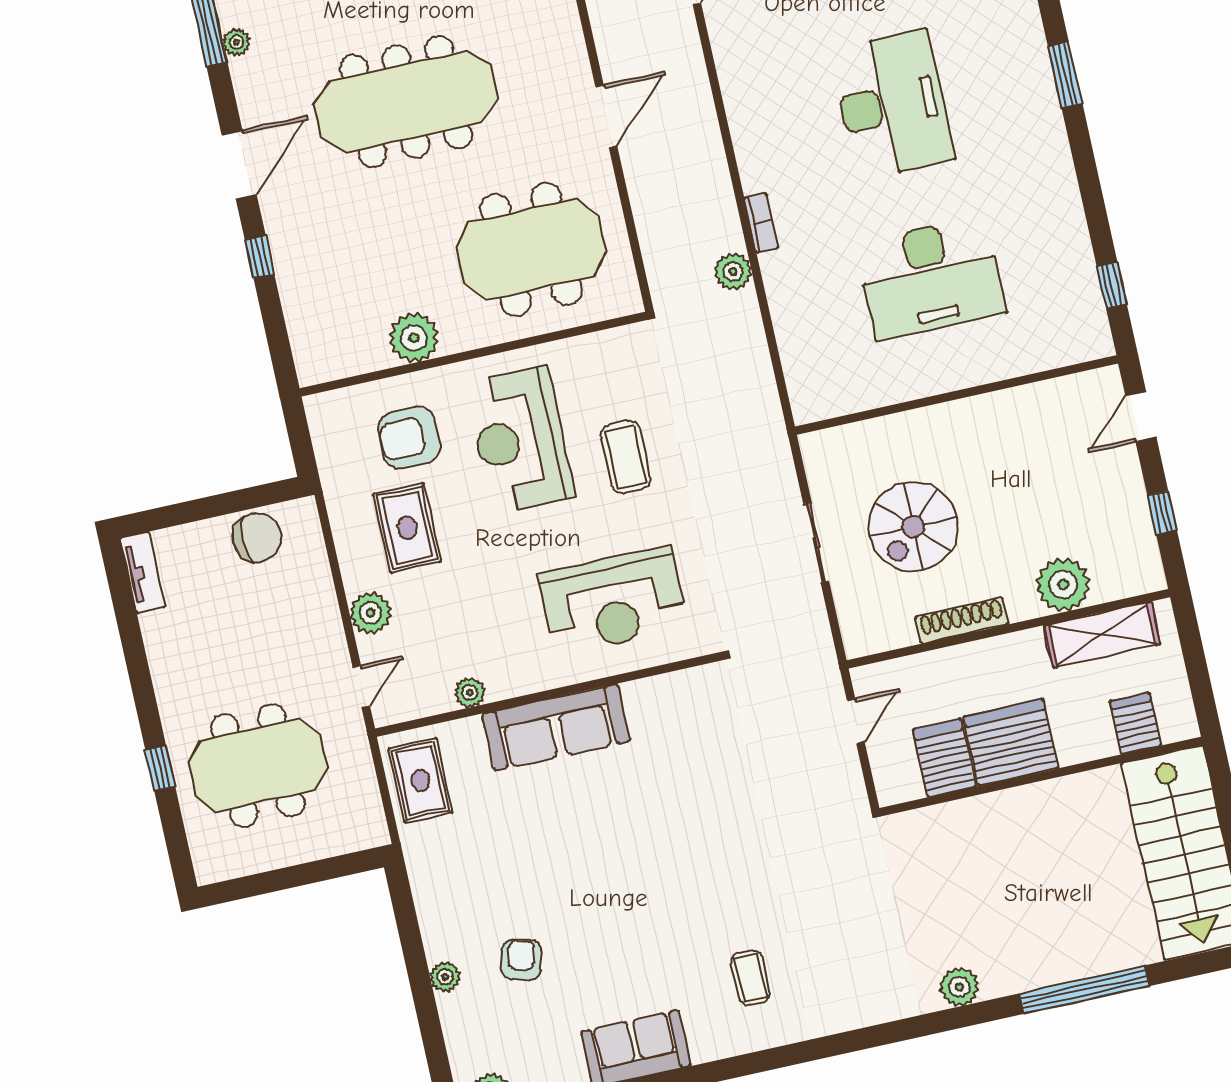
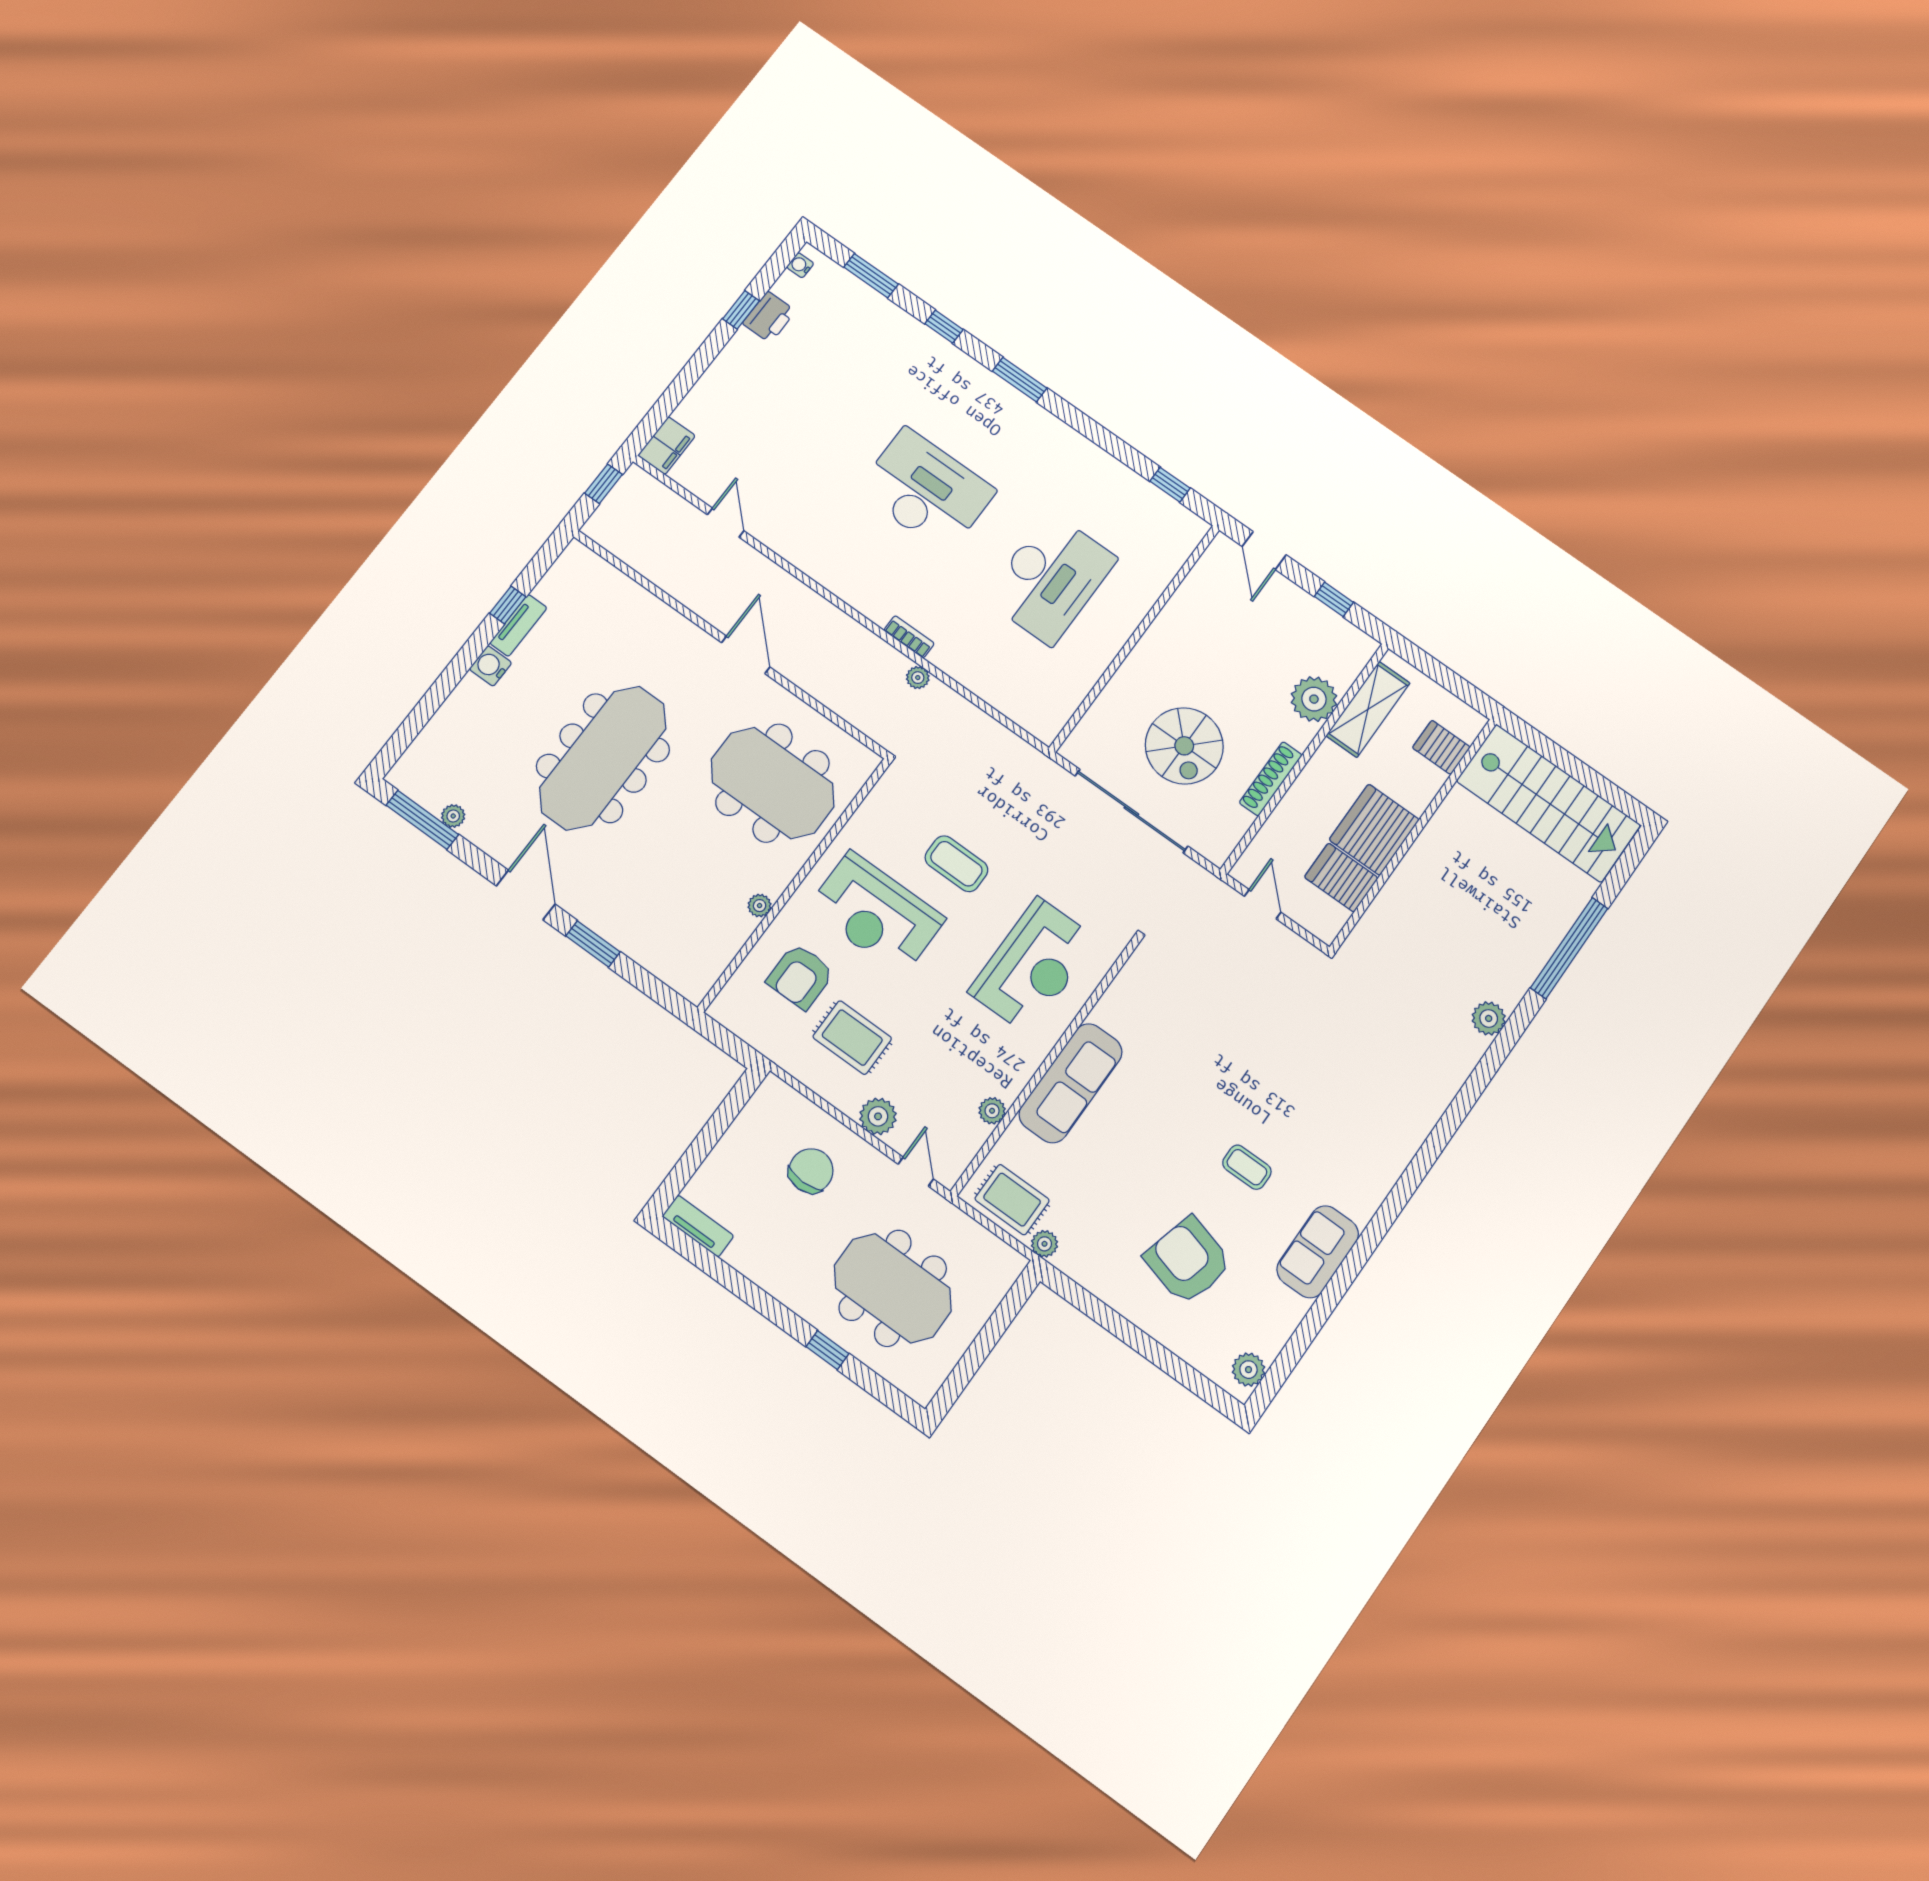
meeting table: (531, 250) -> (773, 783), turned 90
window: (260, 257) -> (593, 944), width x1.50
plant: (733, 272) -> (918, 678), width x0.73, depth x0.73
plant: (414, 338) -> (760, 906), width x0.53, depth x0.53
chair: (257, 537) -> (811, 1171), moved
sliding door: (816, 543) -> (1131, 811), width x1.86
meeting table: (258, 765) -> (893, 1288), turned 90
armchair: (521, 960) -> (1188, 1261), width x1.88, depth x1.88
plant: (445, 977) -> (1045, 1244), moved
coffee table: (750, 978) -> (1247, 1167), moved

